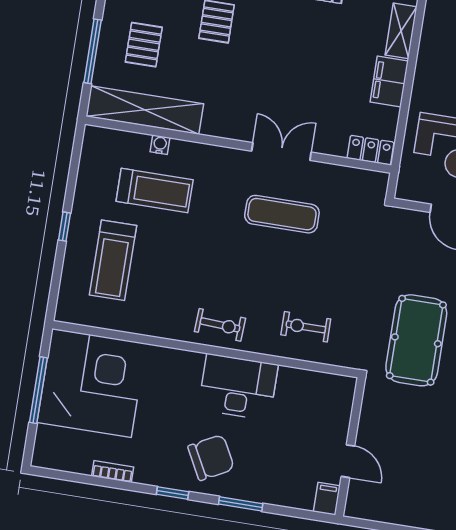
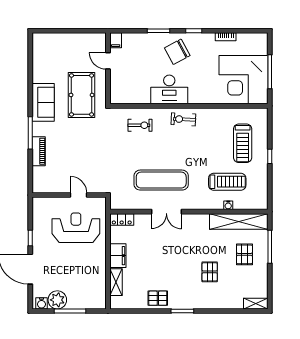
treadmill: (155, 191) -> (227, 182), turned 180
exercise mat: (282, 214) -> (161, 180), width x1.36, depth x1.45
treadmill: (113, 260) -> (243, 143), turned 180
pool table: (416, 340) -> (82, 95), moved

